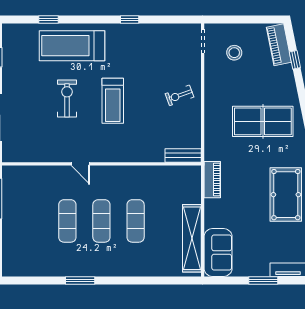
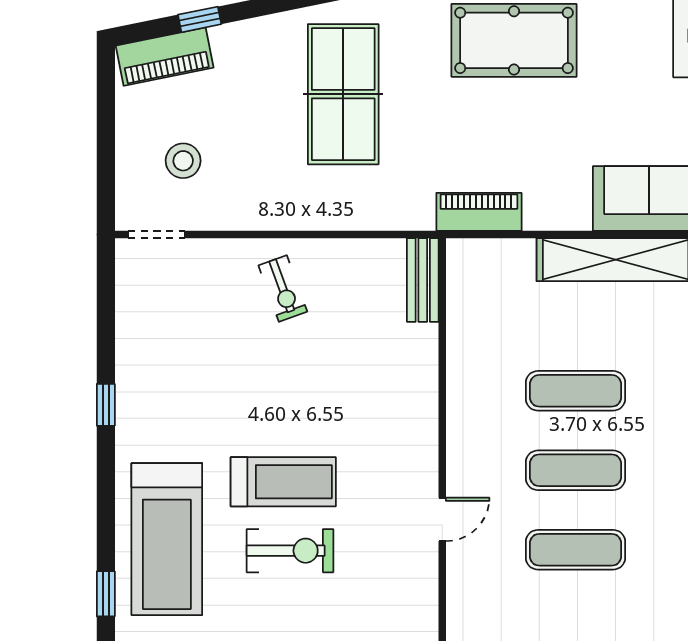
exercise bike: (67, 99) -> (290, 551), turned 180
treadmill: (113, 101) -> (283, 482), moved

